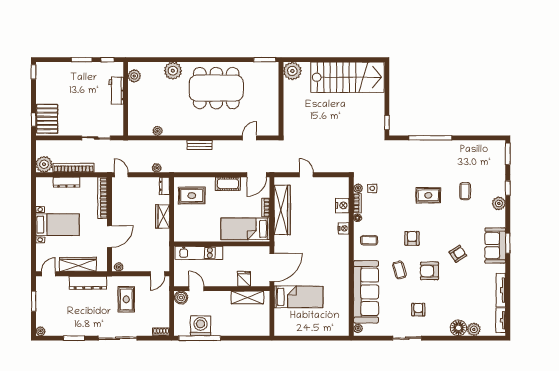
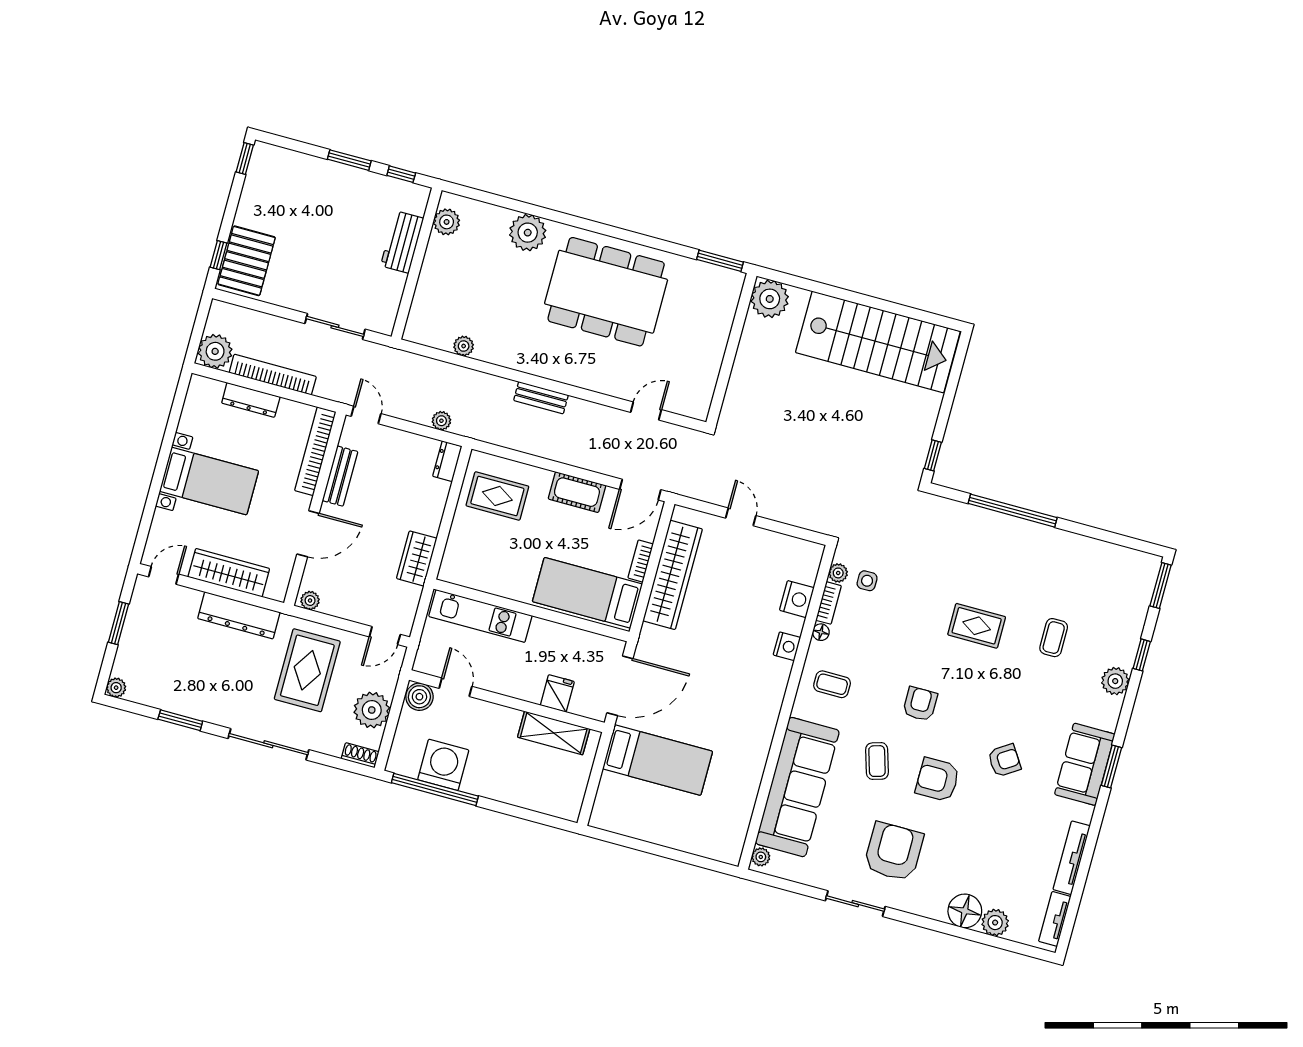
bench: (117, 206) -> (340, 476), added
wardrobe: (163, 216) -> (417, 558), moved
rug: (126, 299) -> (307, 670), width x1.36, depth x1.43
plant: (161, 310) -> (372, 710), added
armchair: (418, 310) -> (894, 852), width x1.88, depth x1.88

